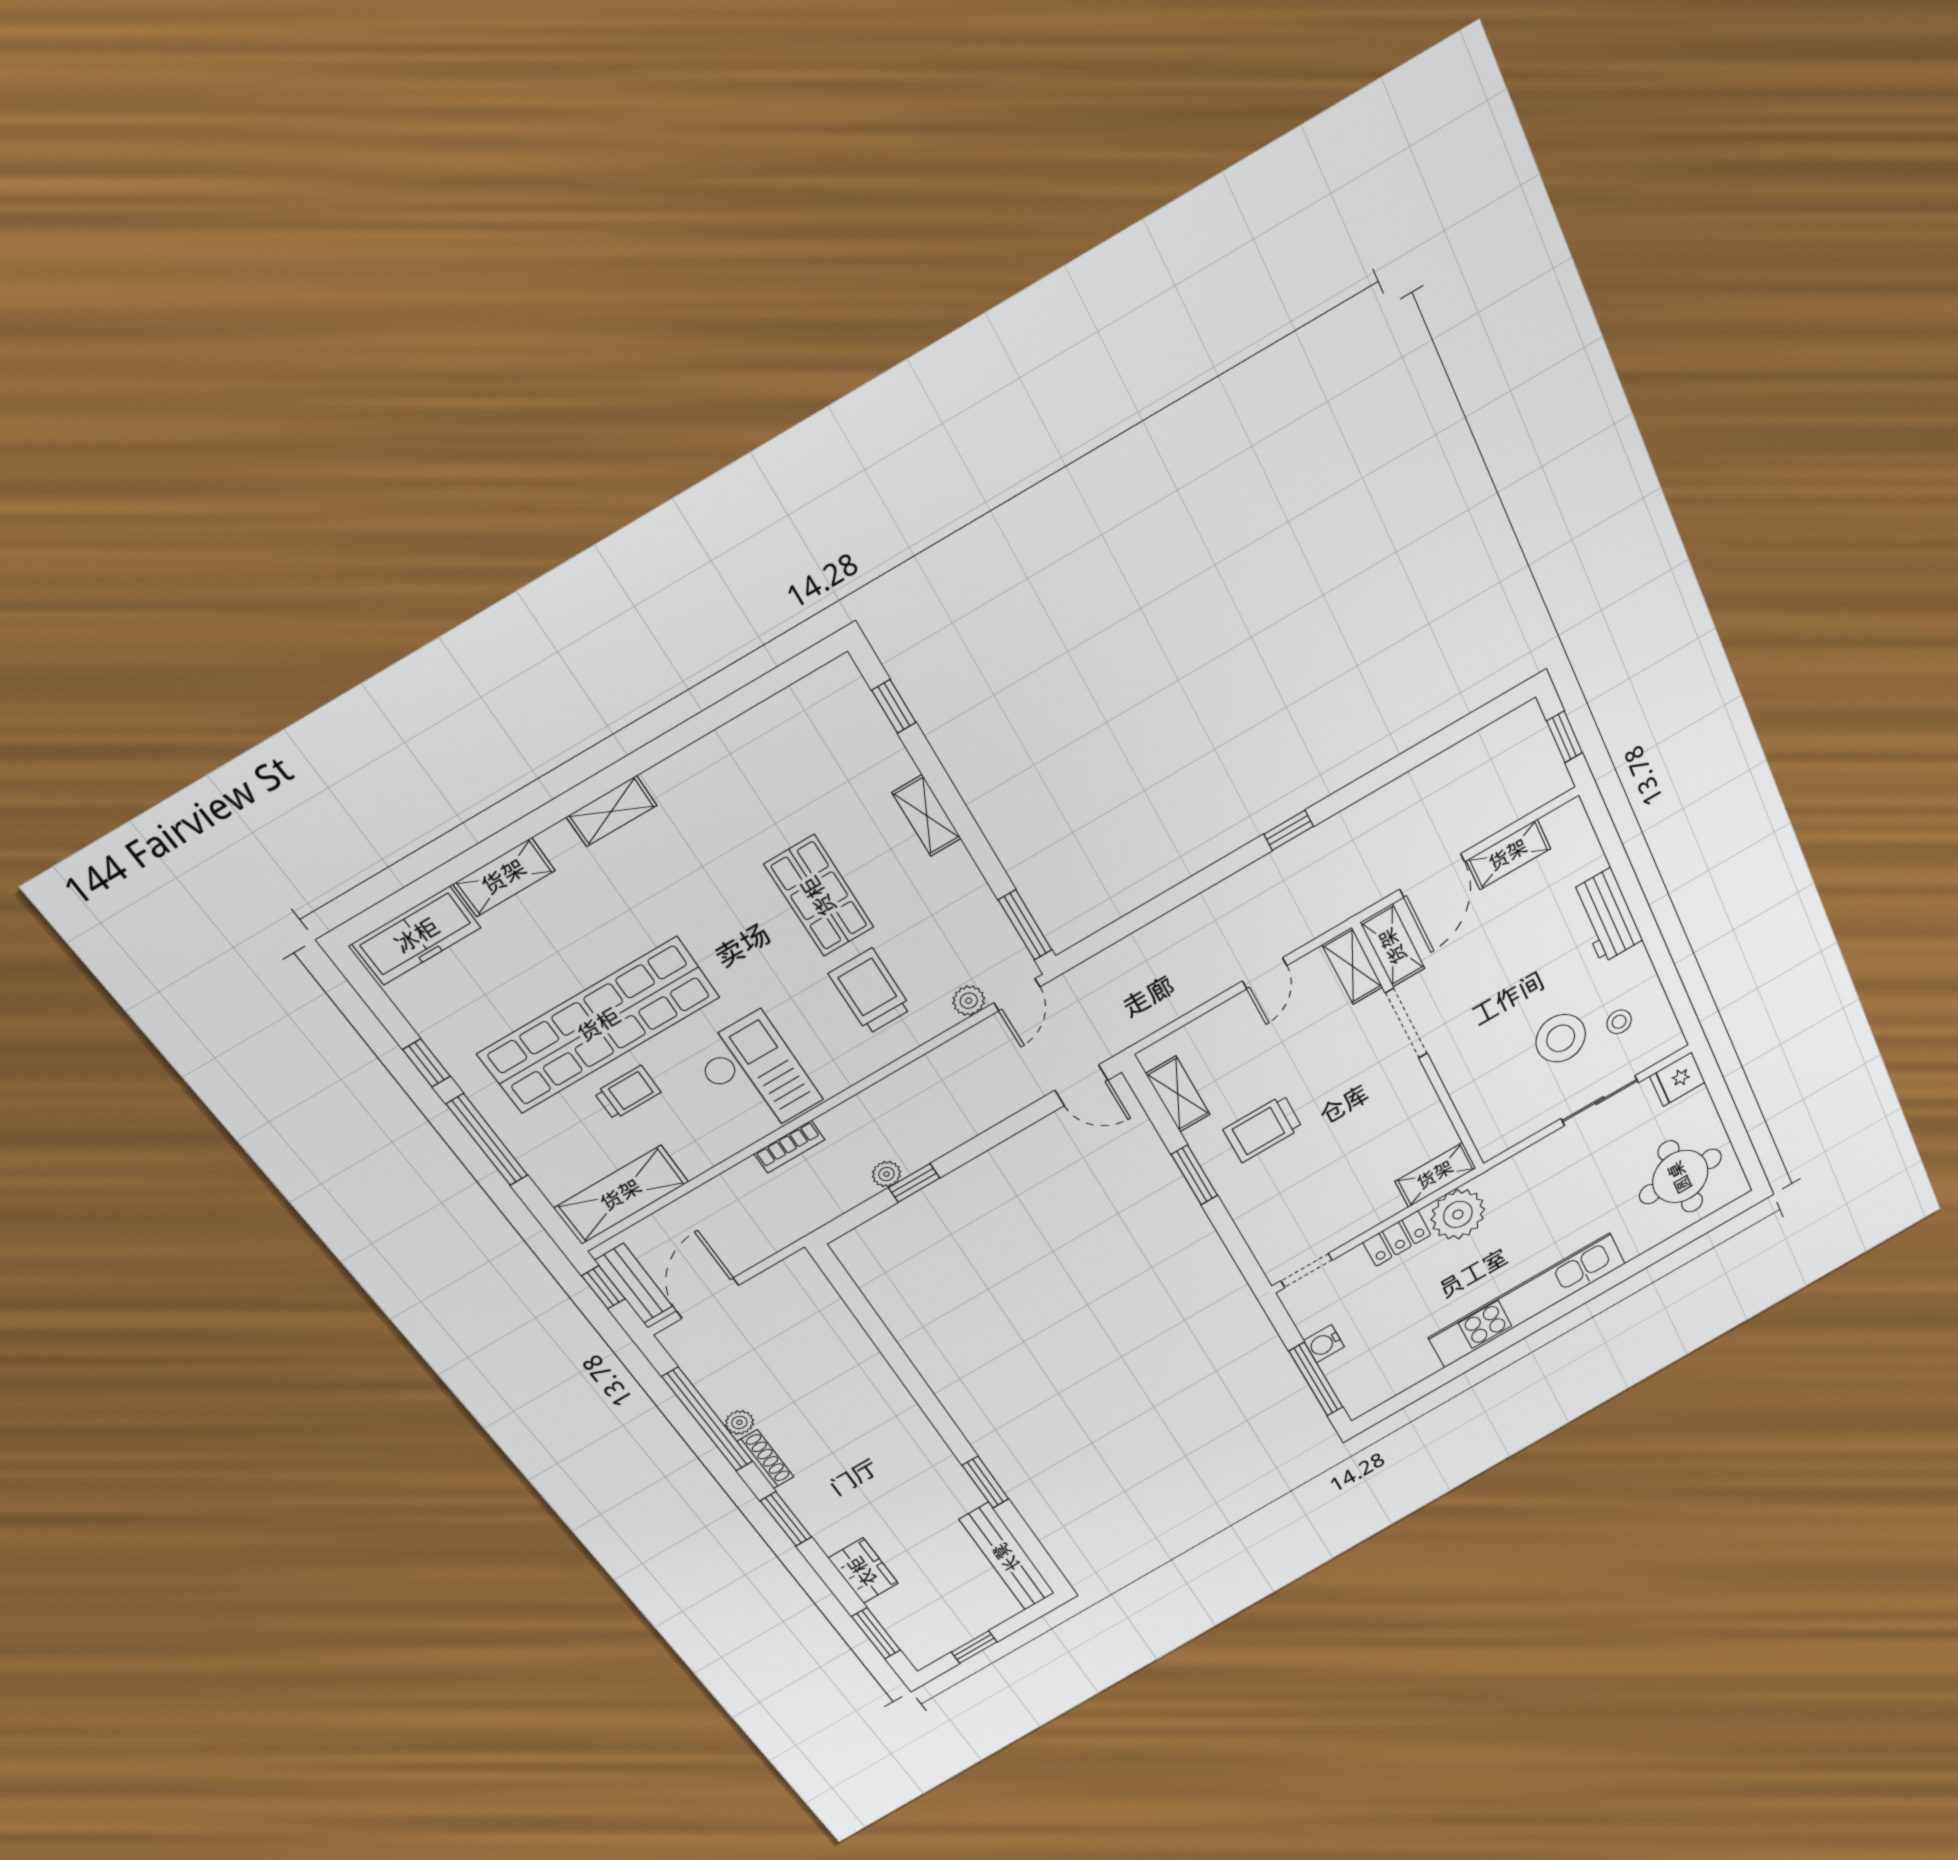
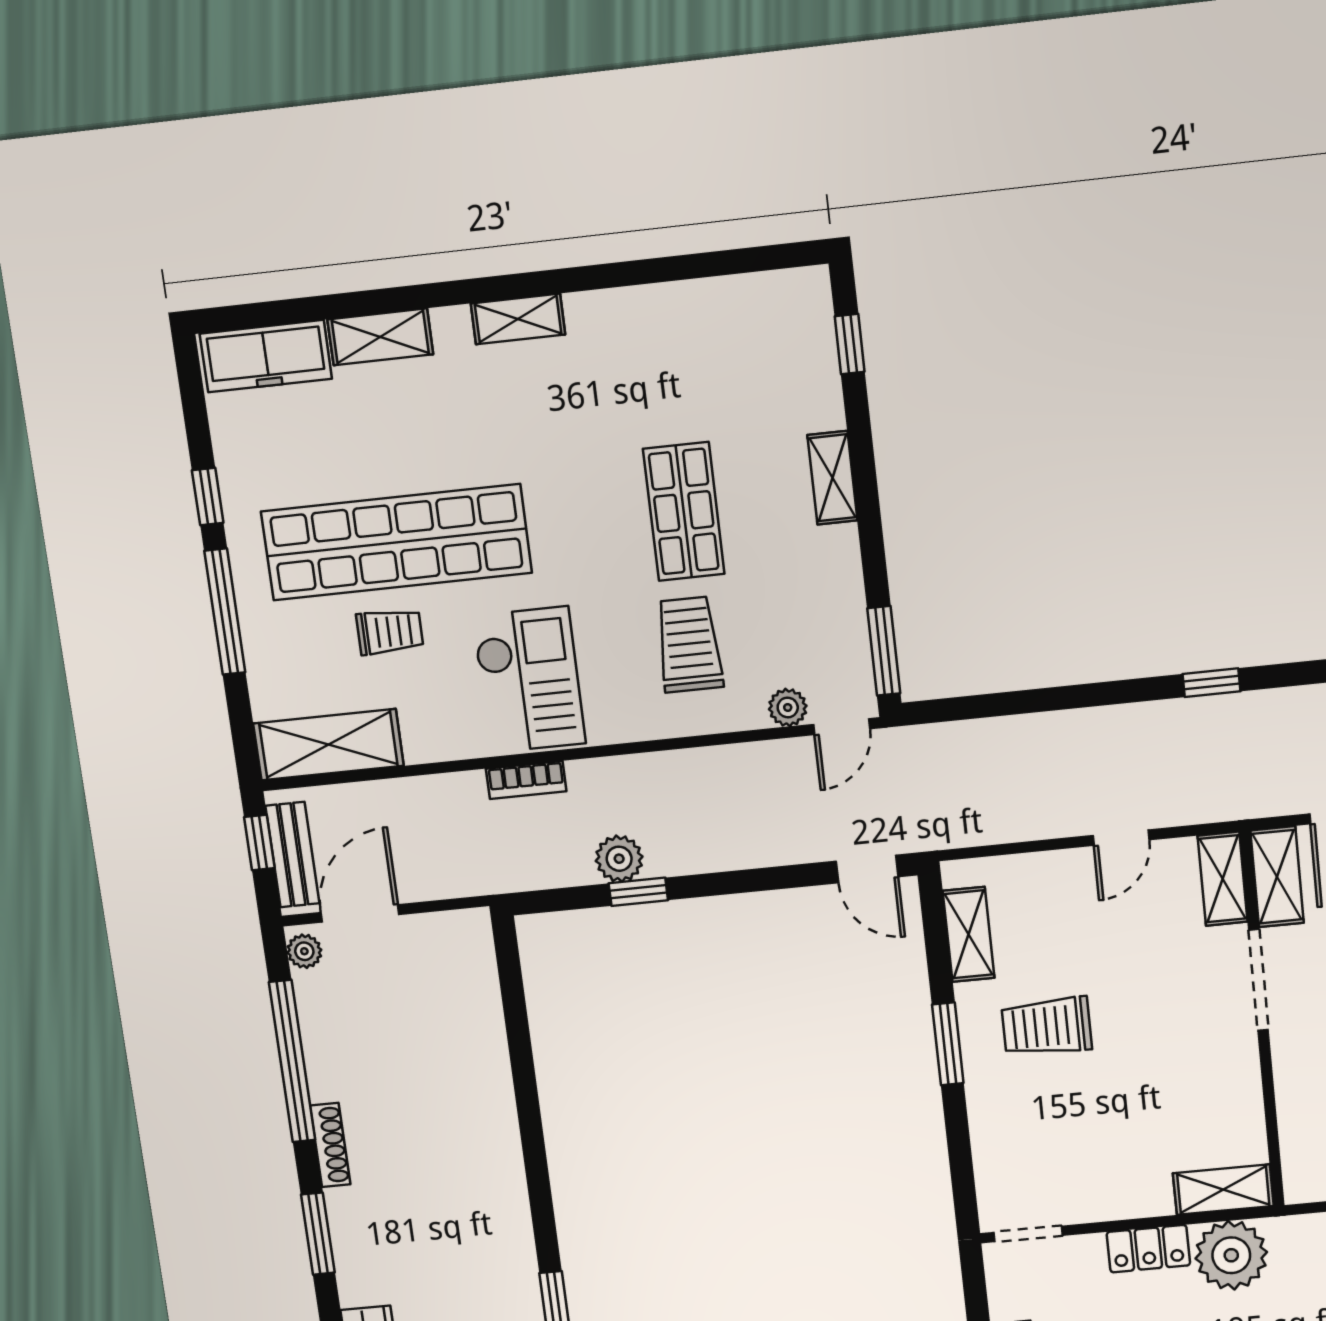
plant: (886, 1174) -> (619, 859), width x1.38, depth x1.38
plant: (739, 1422) -> (304, 951), moved

